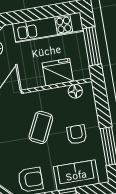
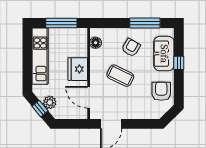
fridge: (58, 72) -> (78, 69), moved
armchair: (77, 134) -> (131, 48), turned 120

